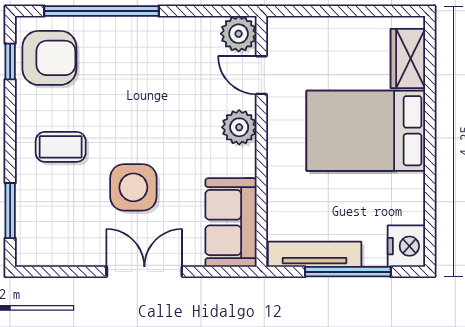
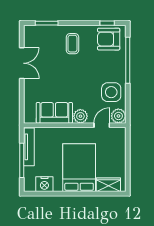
armchair: (49, 58) -> (109, 39), turned 90
side table: (133, 187) -> (111, 92), moved
sofa: (231, 223) -> (54, 113), moved
nightstand: (406, 246) -> (44, 184), moved
double door: (144, 272) -> (22, 63), moved

